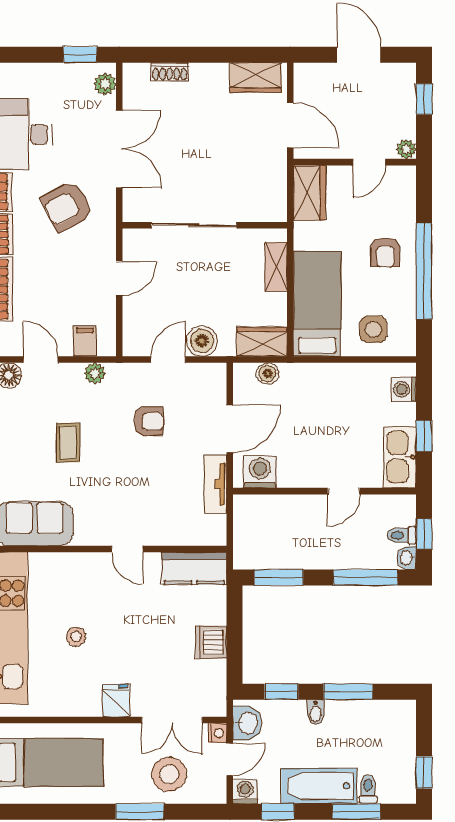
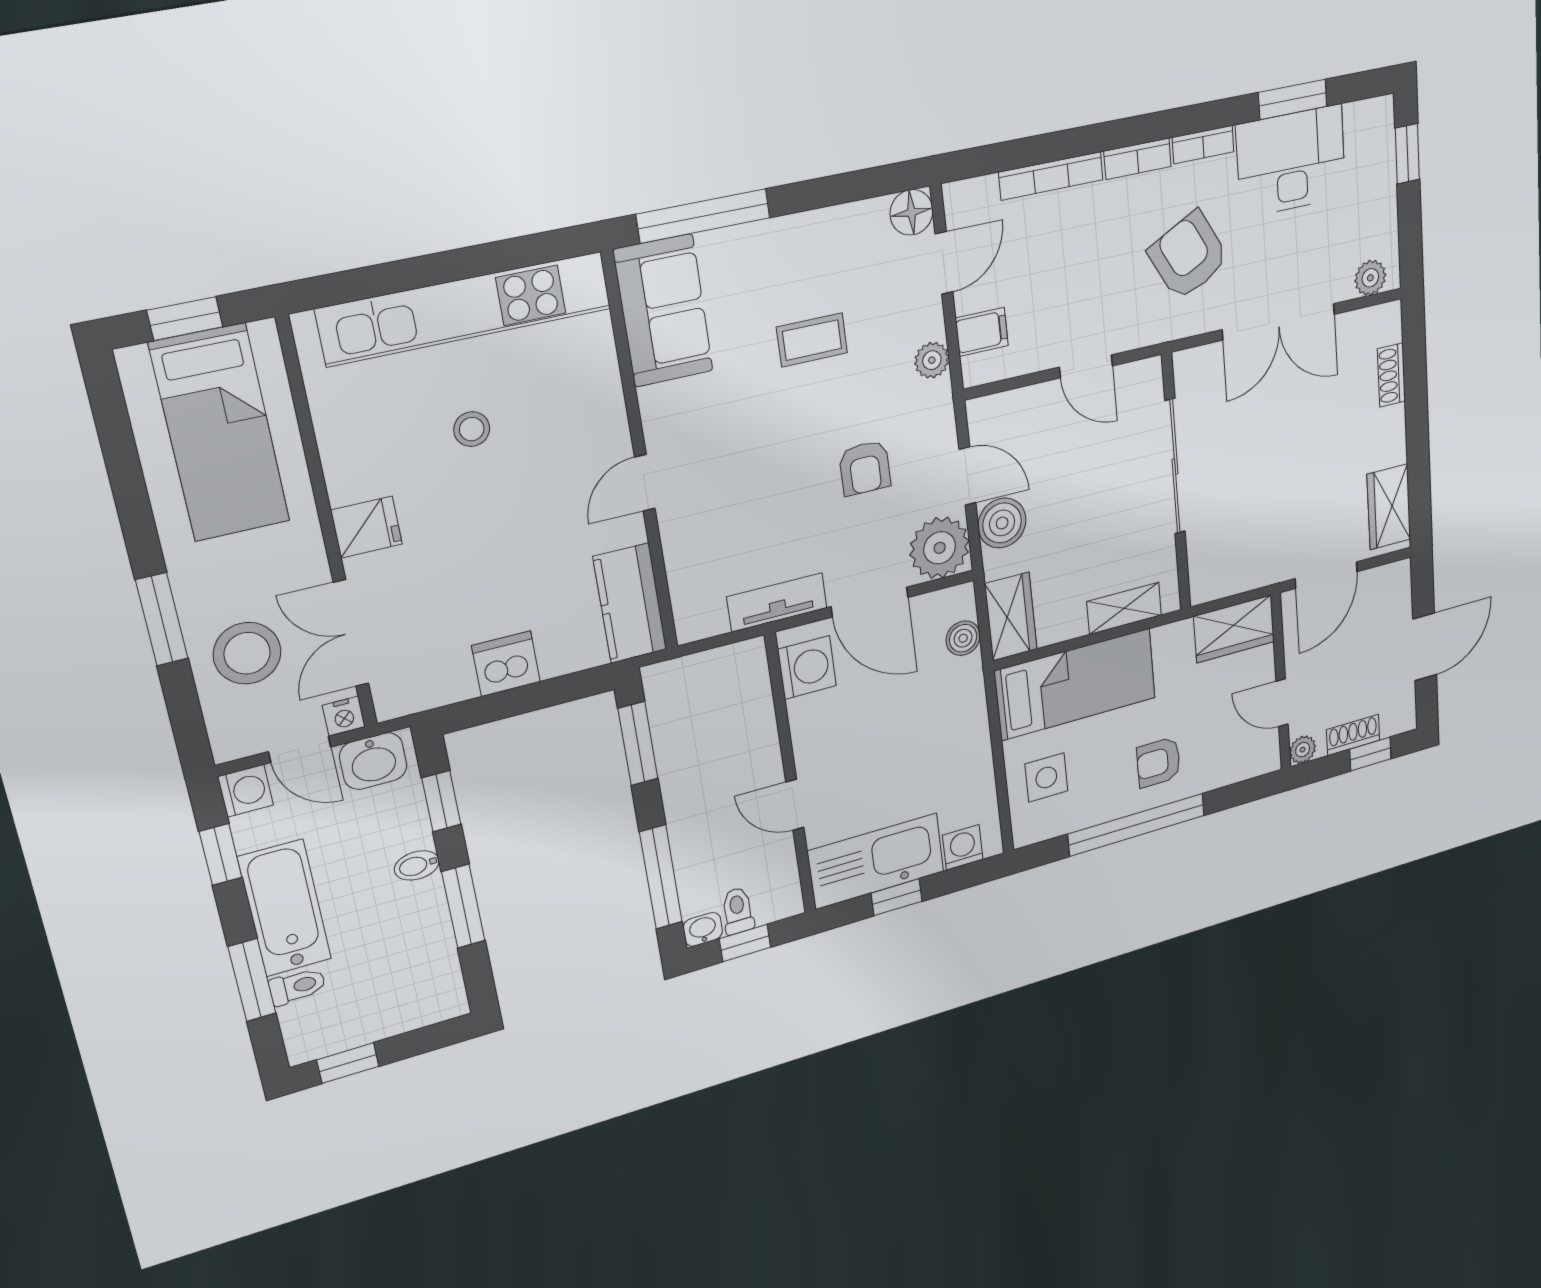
window: (80, 55) -> (1407, 154), moved
shoe rack: (407, 111) -> (1353, 735), added
plant: (208, 382) -> (940, 548), added
kitchen sink: (400, 457) -> (876, 861), width x1.36, depth x1.24

